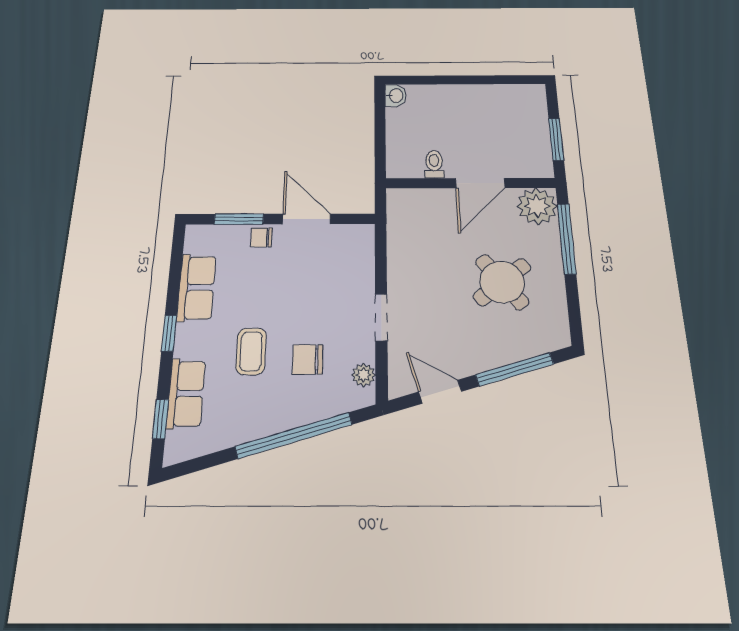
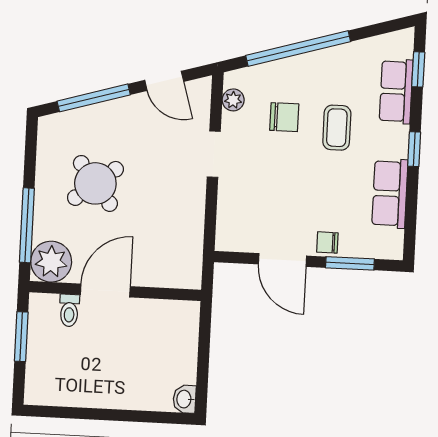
toilet: (434, 164) -> (69, 310), moved
chair: (261, 237) -> (327, 242), turned 180

